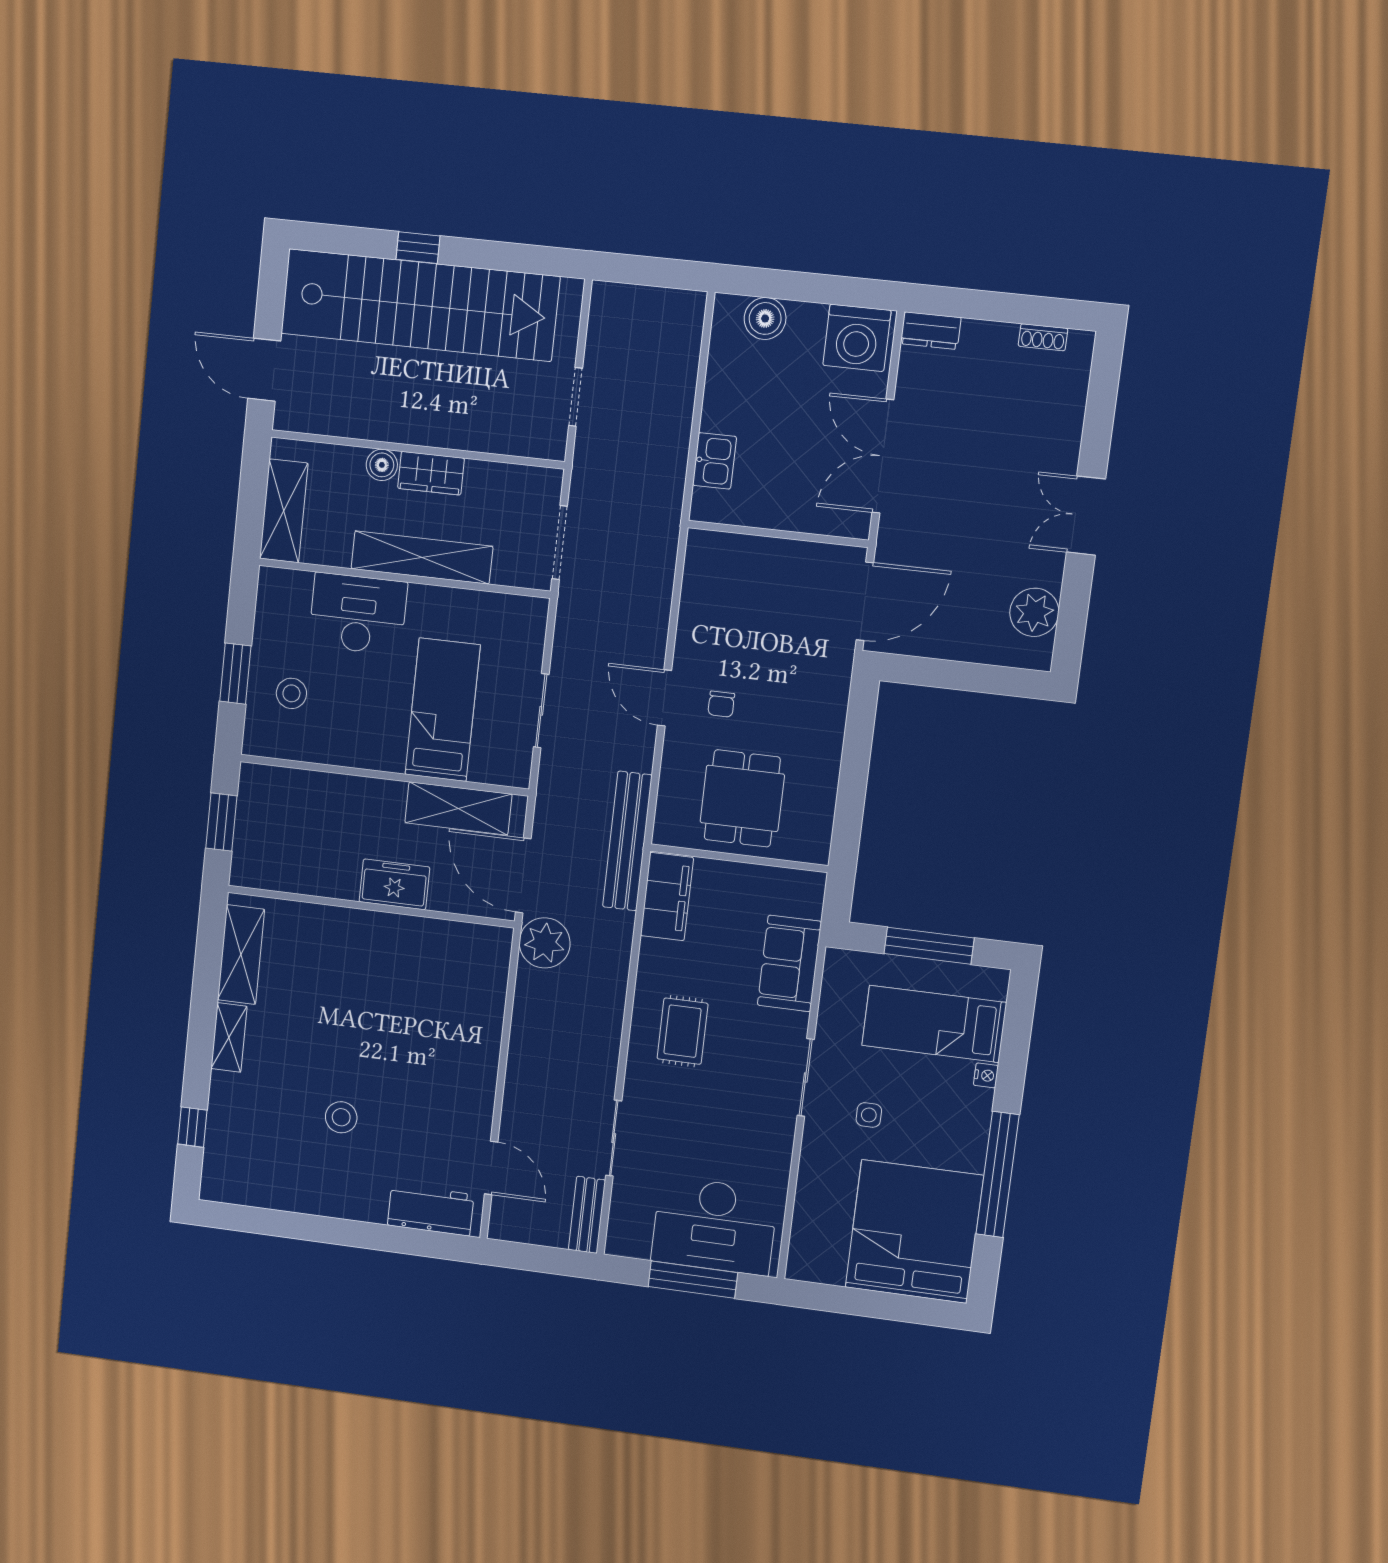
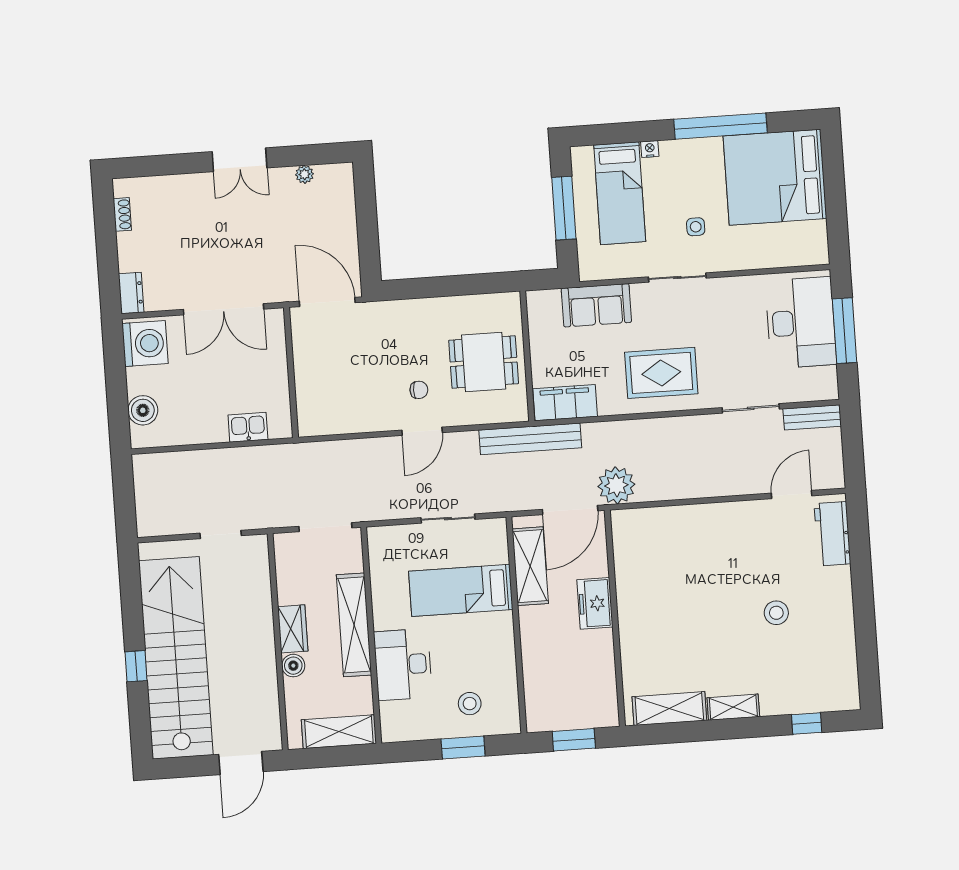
plant: (1034, 612) -> (305, 174), width x0.53, depth x0.53
rug: (683, 1031) -> (661, 373), width x1.36, depth x1.43

